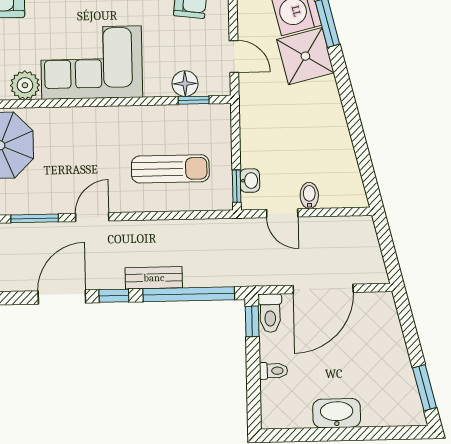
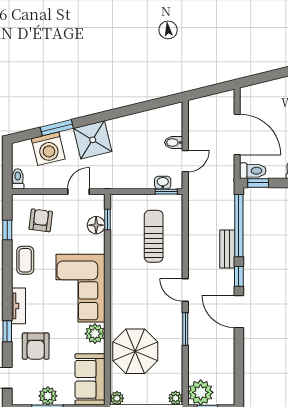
shower: (305, 56) -> (93, 140), moved

